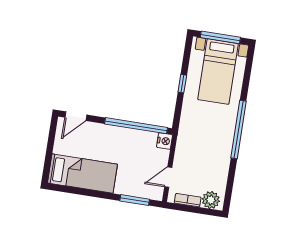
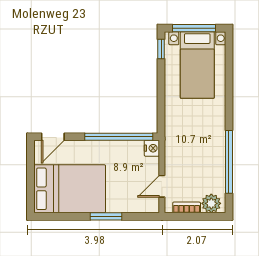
window: (182, 84) -> (161, 49), moved
window: (239, 129) -> (229, 162), moved
bed: (82, 174) -> (70, 189), width x1.50
window: (135, 200) -> (106, 216), moved

